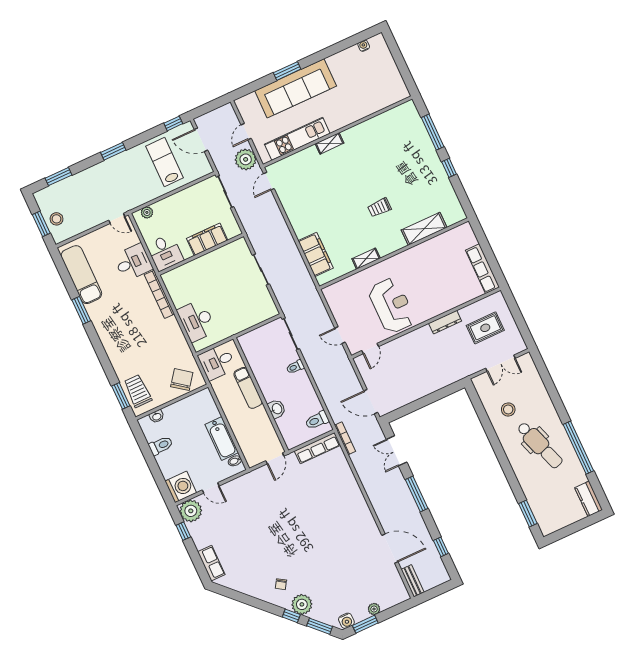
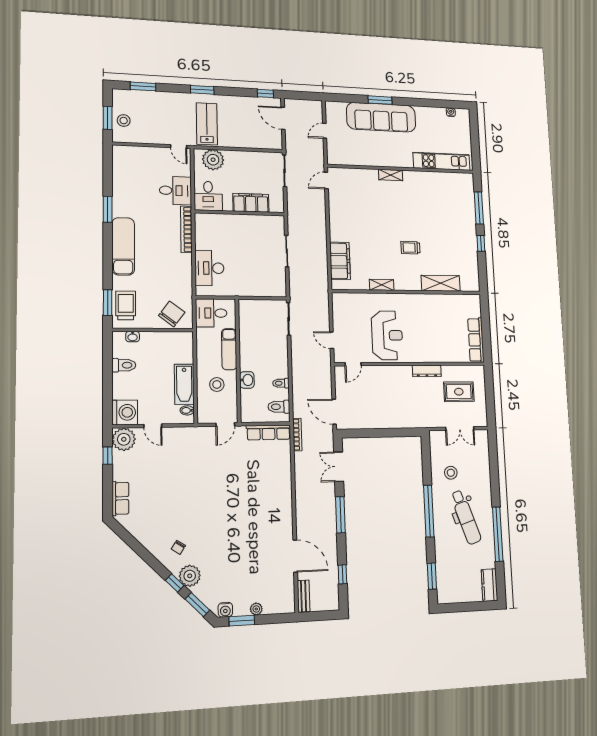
kitchen unit: (297, 139) -> (442, 161), moved
plant: (246, 159) -> (314, 153), removed
lab bench: (164, 162) -> (207, 124), moved
plant: (147, 212) -> (213, 160), width x1.88, depth x1.88
exam couch: (81, 275) -> (123, 246), moved
toilet: (295, 367) -> (281, 383), moved
stool: (251, 425) -> (217, 384), added
window: (501, 455) -> (429, 511), added

